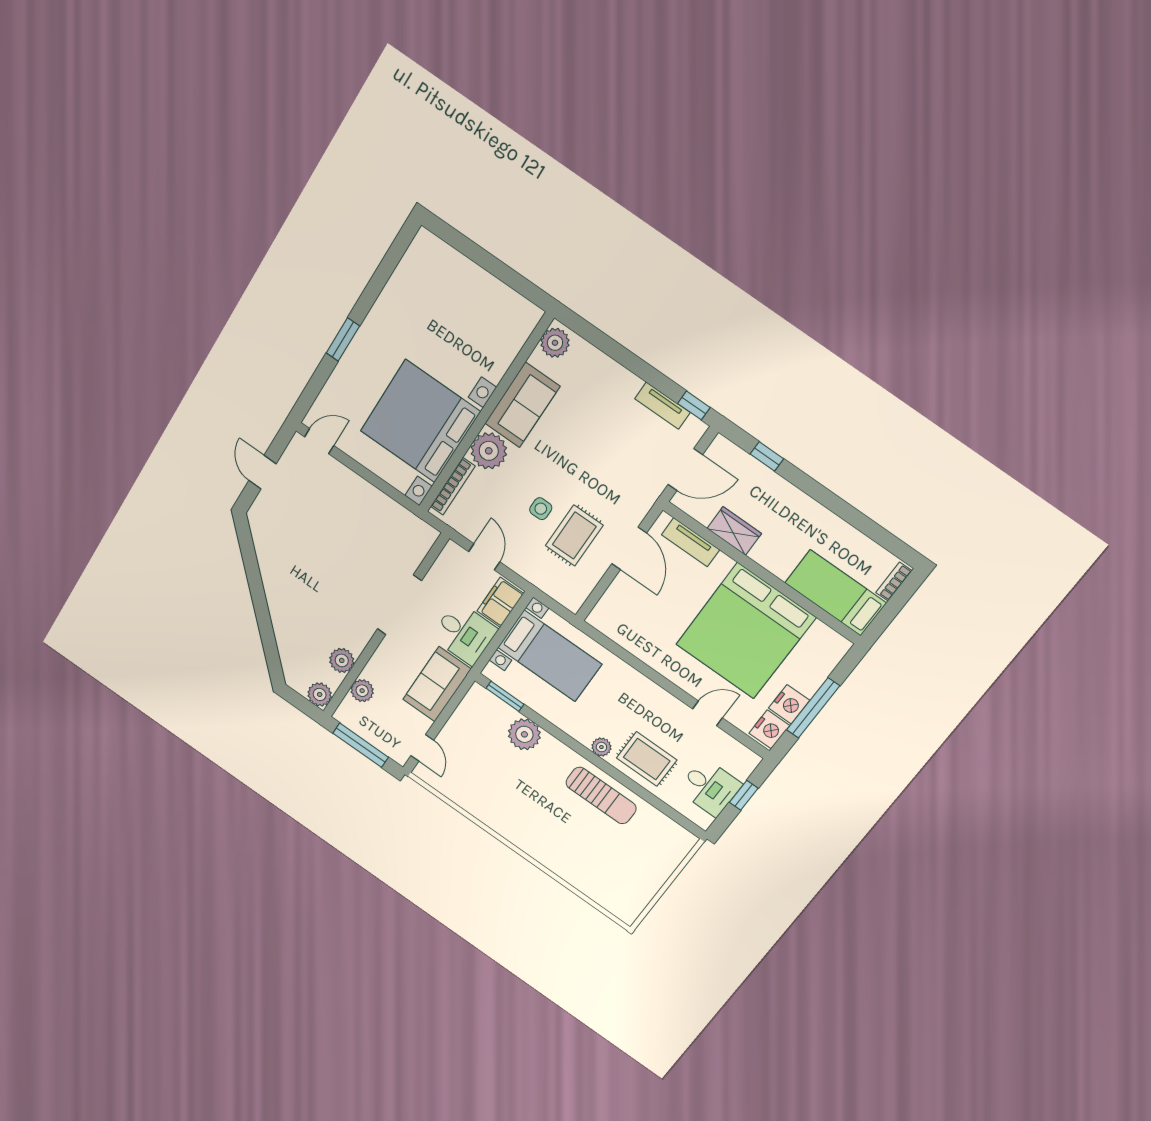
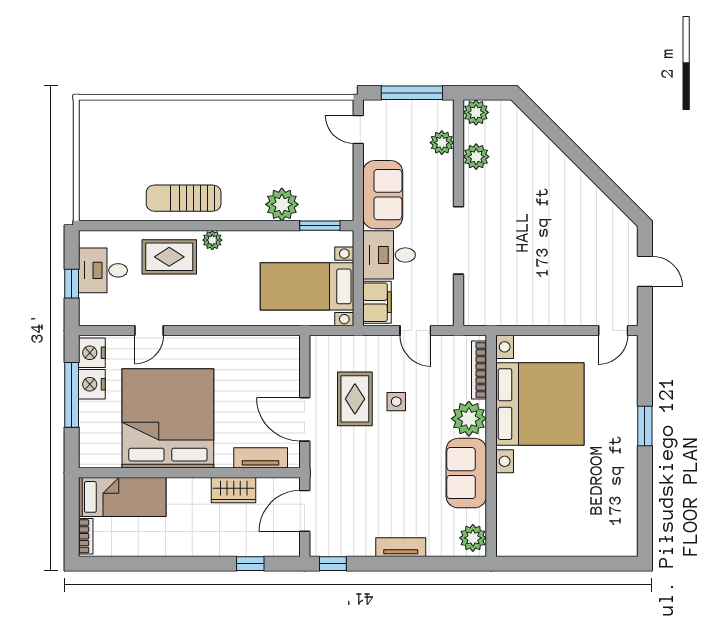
tv unit: (662, 406) -> (401, 547), moved

